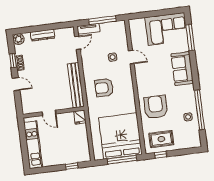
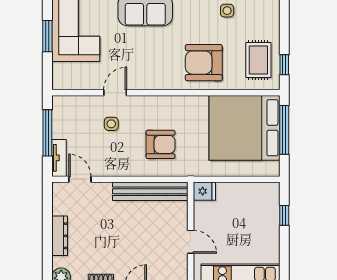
window: (159, 13) -> (47, 36), added
armchair: (104, 88) -> (161, 144), turned -90
door: (49, 113) -> (191, 242), hinge flipped

